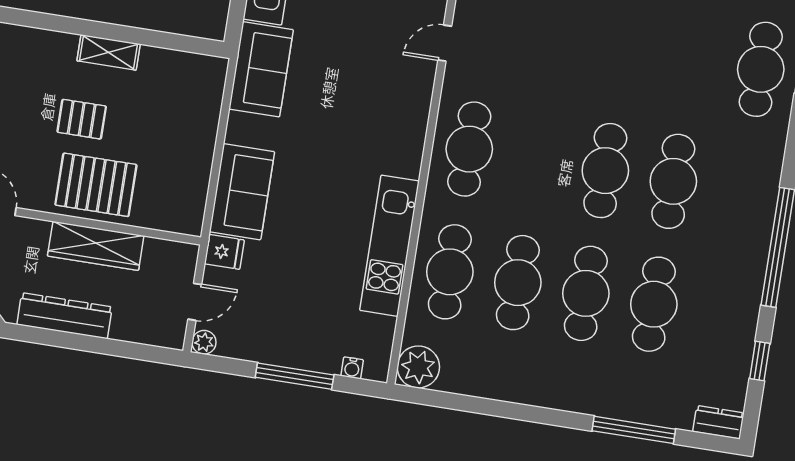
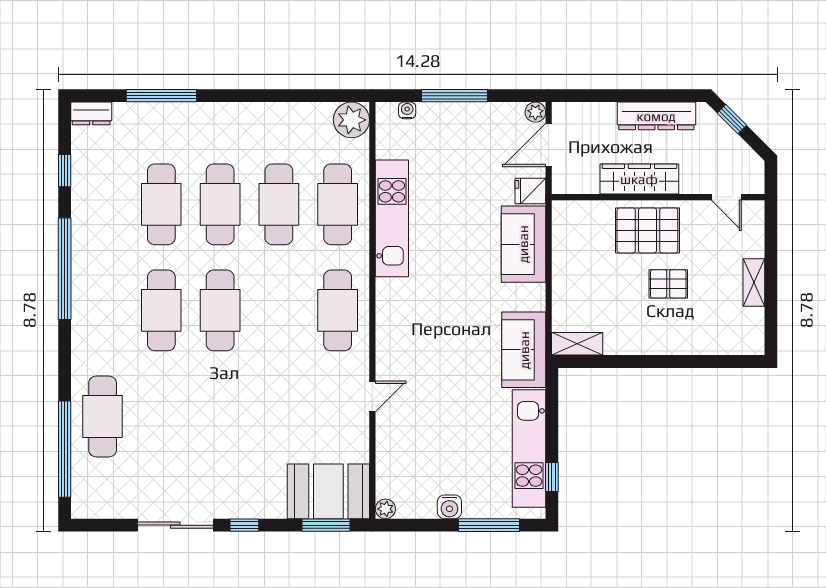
shelving: (109, 52) -> (577, 344), moved
door: (195, 302) -> (549, 145), width x1.38

